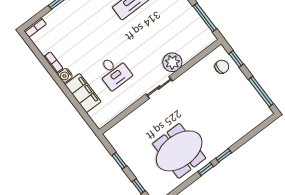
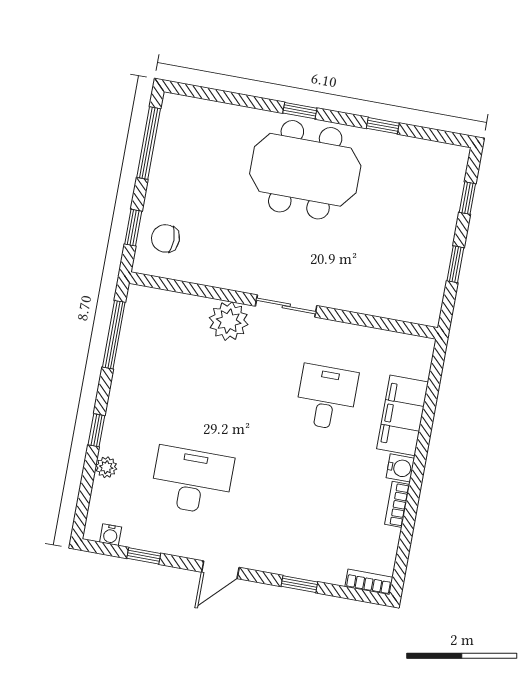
meeting table: (179, 151) -> (305, 170), moved
window: (206, 169) -> (383, 126), moved

